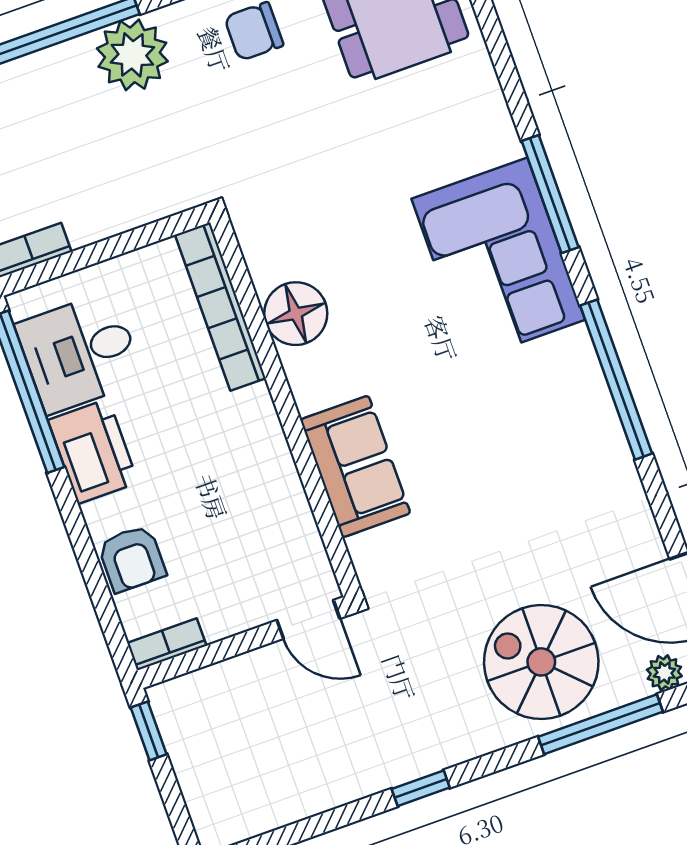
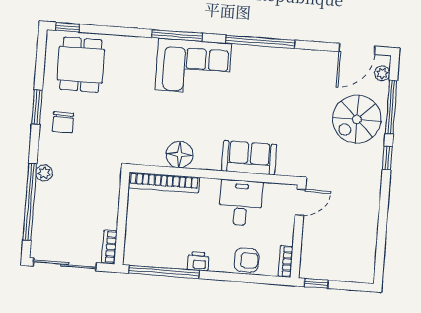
plant: (132, 55) -> (44, 173), width x0.53, depth x0.53
desk: (80, 353) -> (241, 203), moved, turned 180
printer: (93, 451) -> (198, 261), width x0.53, depth x0.68
window: (421, 788) -> (387, 158), moved

